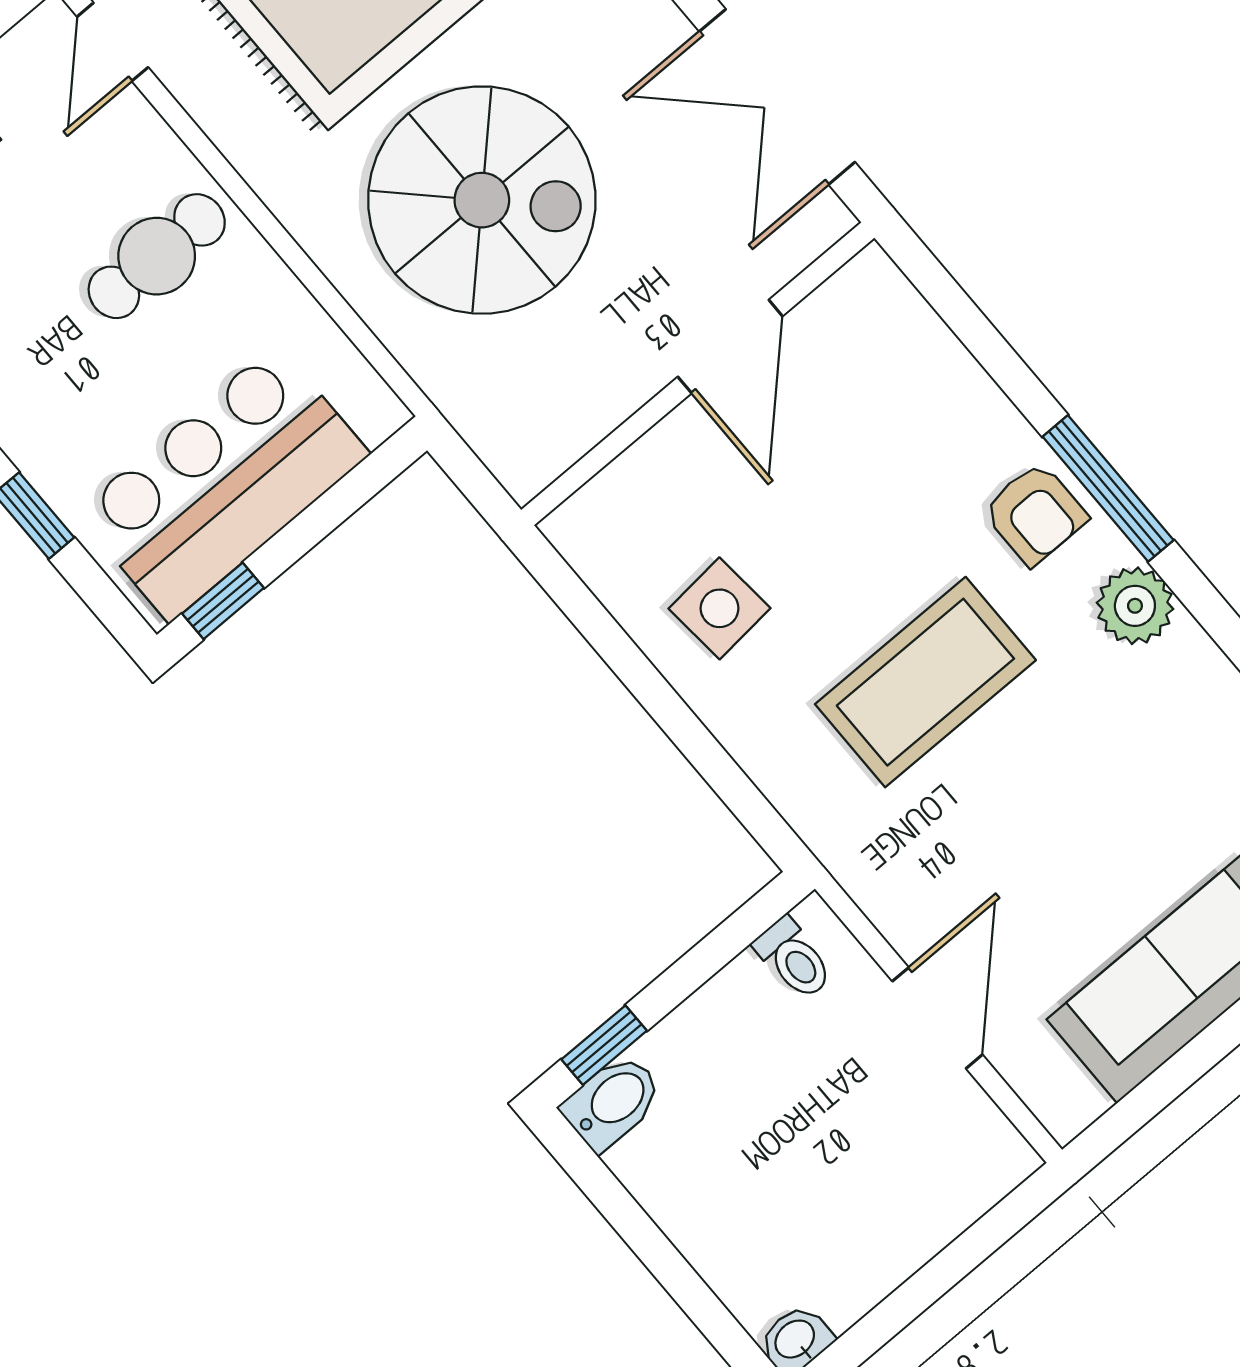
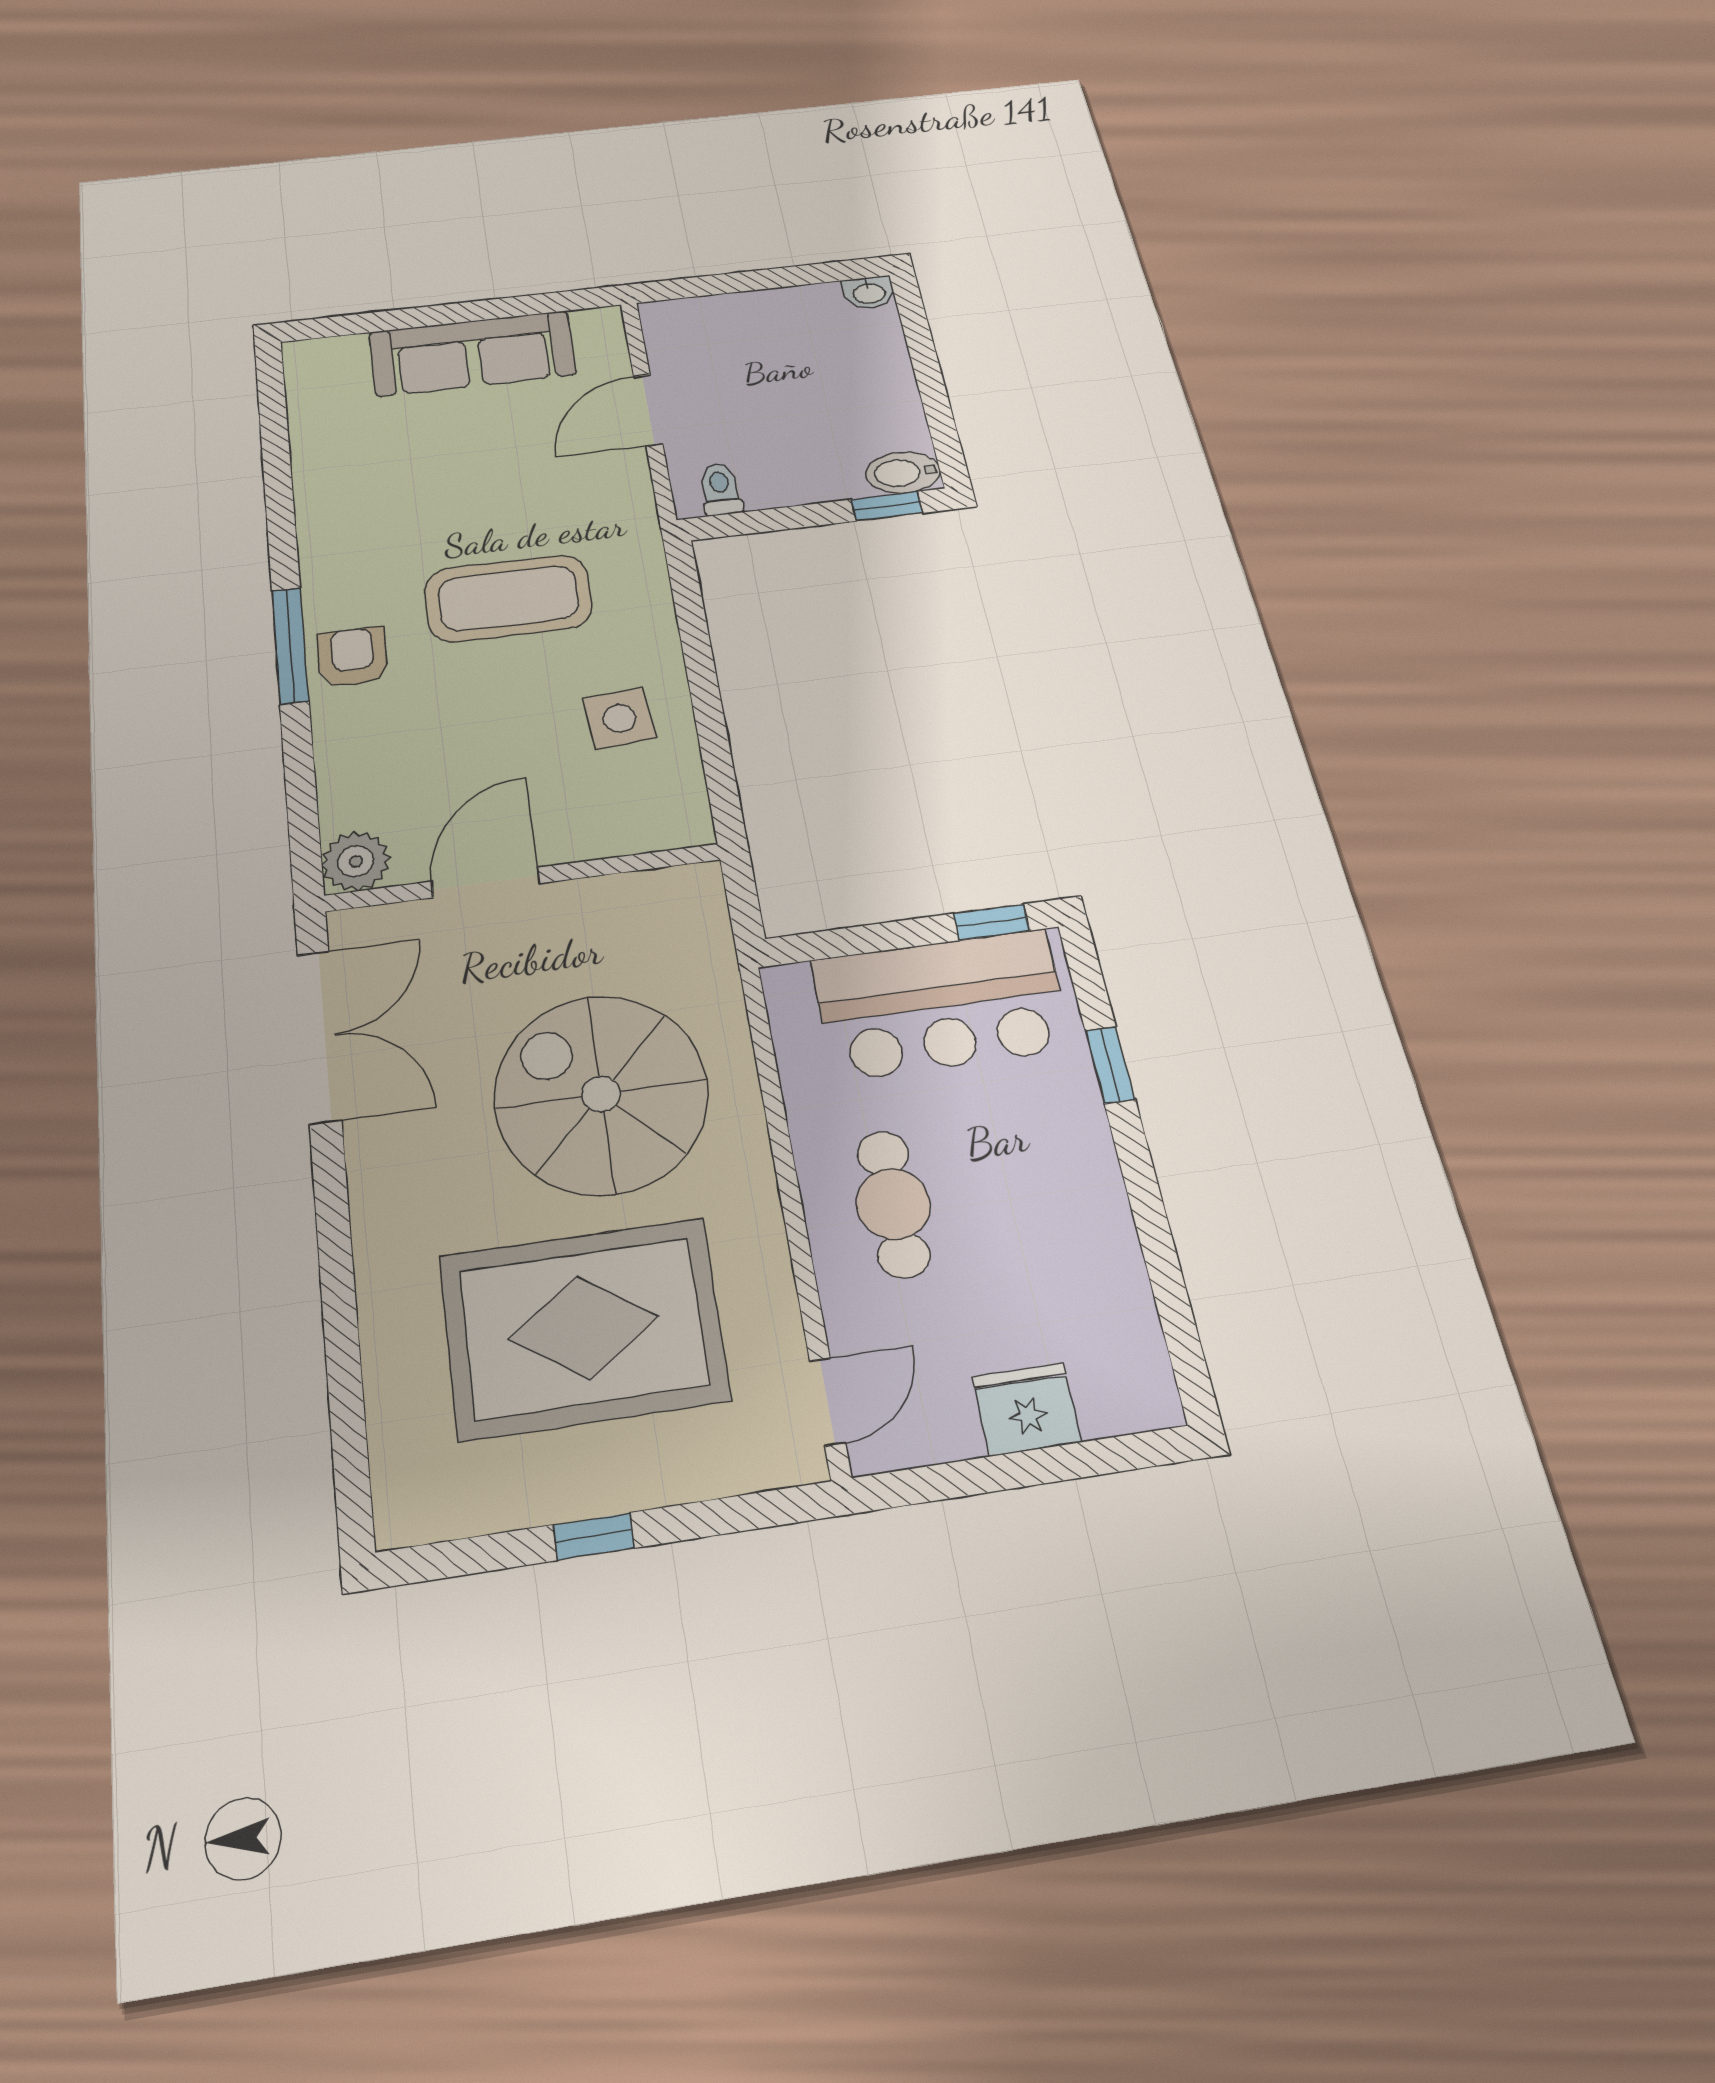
cafe table: (157, 256) -> (893, 1204), turned 90
plant: (1135, 606) -> (356, 861), moved

